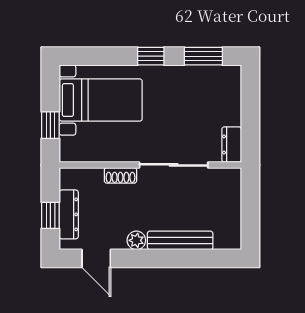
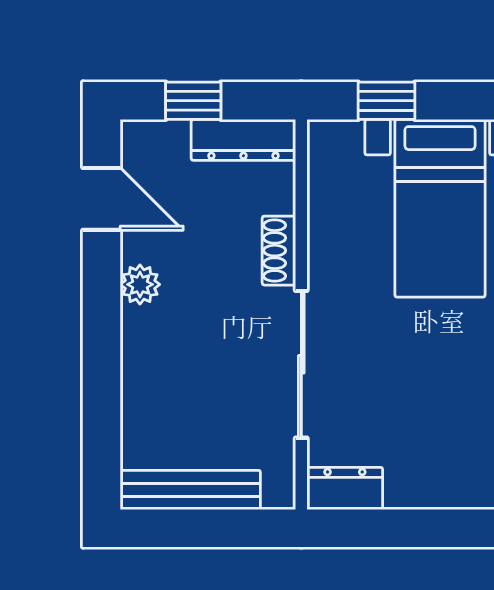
dresser: (69, 214) -> (243, 140), moved
bench: (180, 240) -> (190, 490), moved, turned 90
door: (96, 258) -> (101, 199), swing flipped

